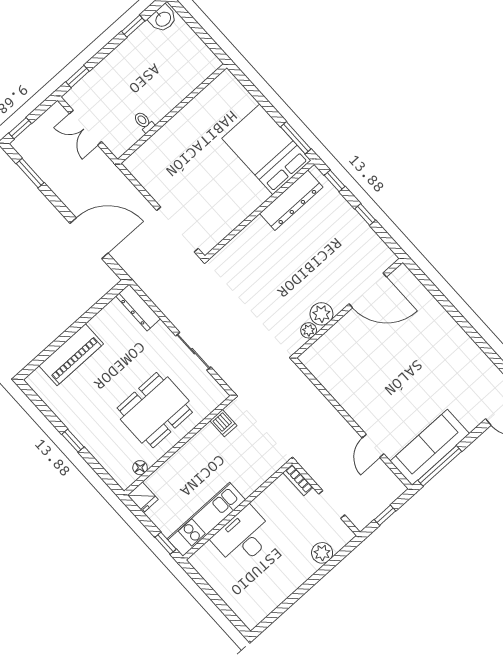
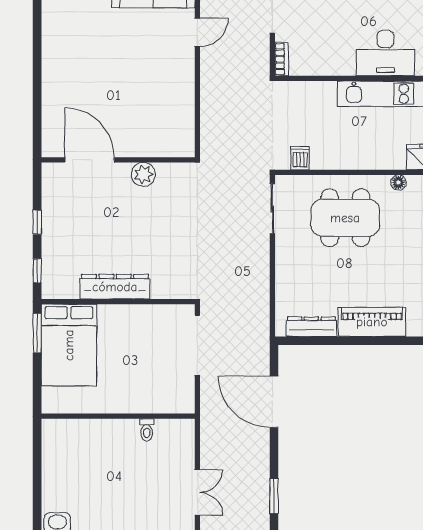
wall: (172, 114) -> (118, 416), moved
toilet: (144, 122) -> (147, 430), moved
dresser: (291, 200) -> (115, 287), moved
dresser: (138, 307) -> (311, 327), moved, turned -90
plant: (309, 330) -> (165, 171), removed
sliding door: (193, 351) -> (272, 209), moved
desk: (243, 537) -> (386, 53), moved

